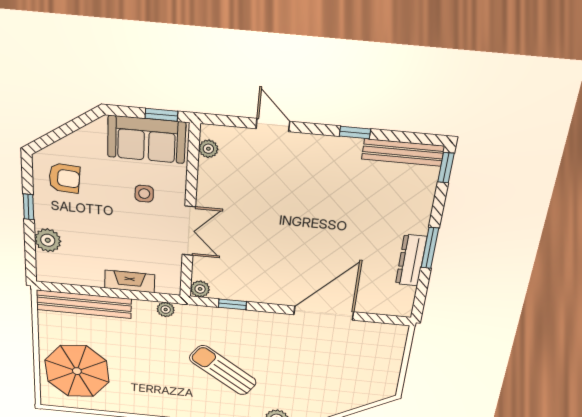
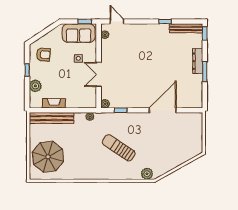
door: (273, 125) -> (117, 22), moved
double door: (189, 231) -> (99, 74), swing flipped
dresser: (411, 260) -> (198, 61), moved
fireplace: (130, 281) -> (54, 103), moved

